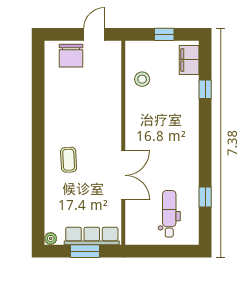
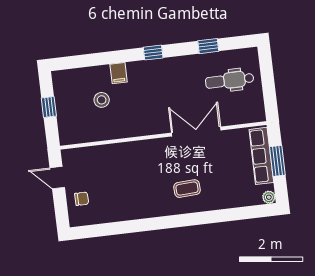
chair: (71, 56) -> (82, 199), width x0.54, depth x0.54
filing cabinet: (189, 60) -> (119, 73), moved, width x0.50
stool: (142, 79) -> (102, 100), moved
window: (205, 89) -> (153, 53), moved

